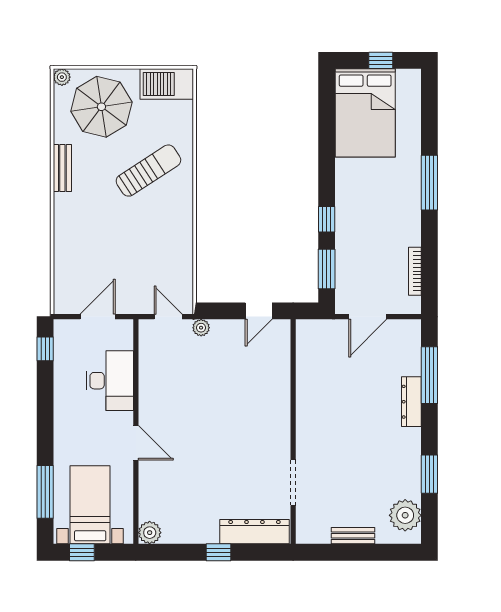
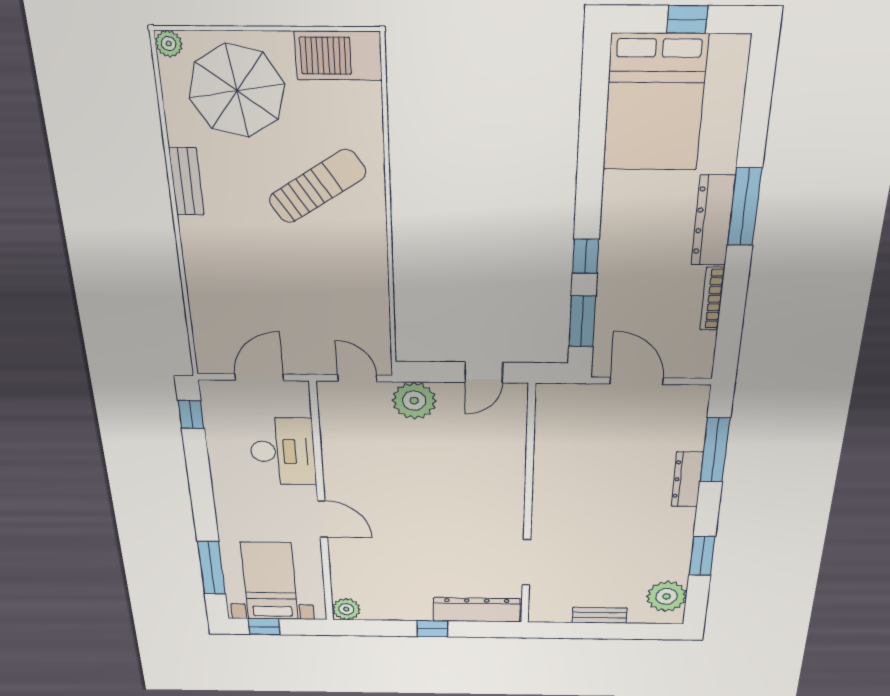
dresser: (410, 193) -> (713, 221), added
bookcase: (415, 271) -> (712, 299), moved
door: (368, 317) -> (637, 381), swing flipped
plant: (201, 328) -> (414, 401), width x1.88, depth x1.88

